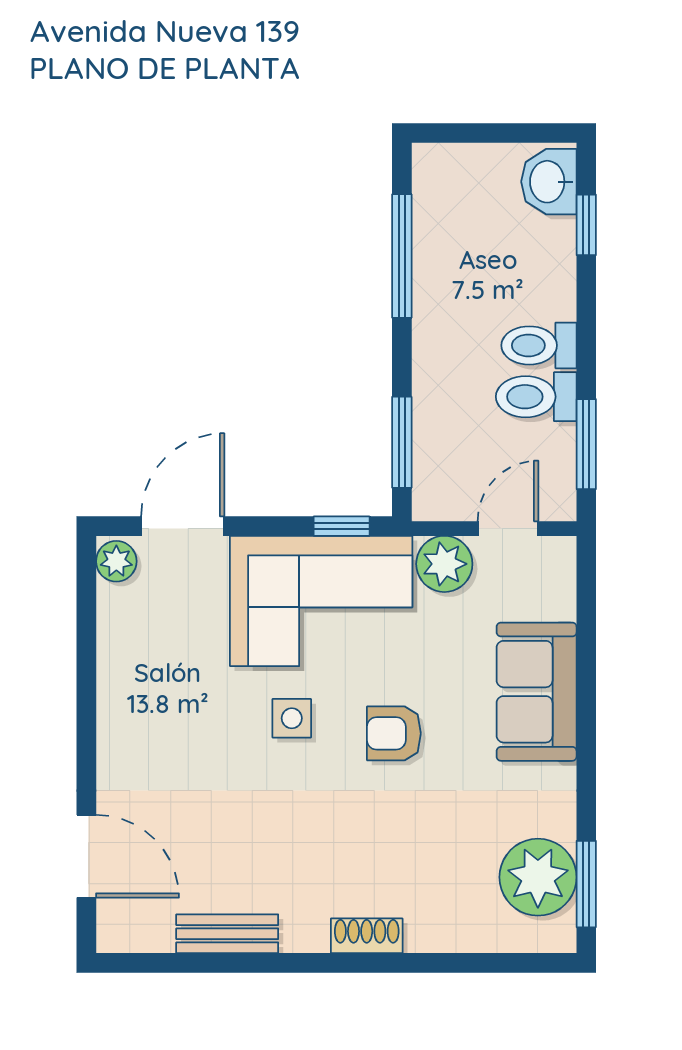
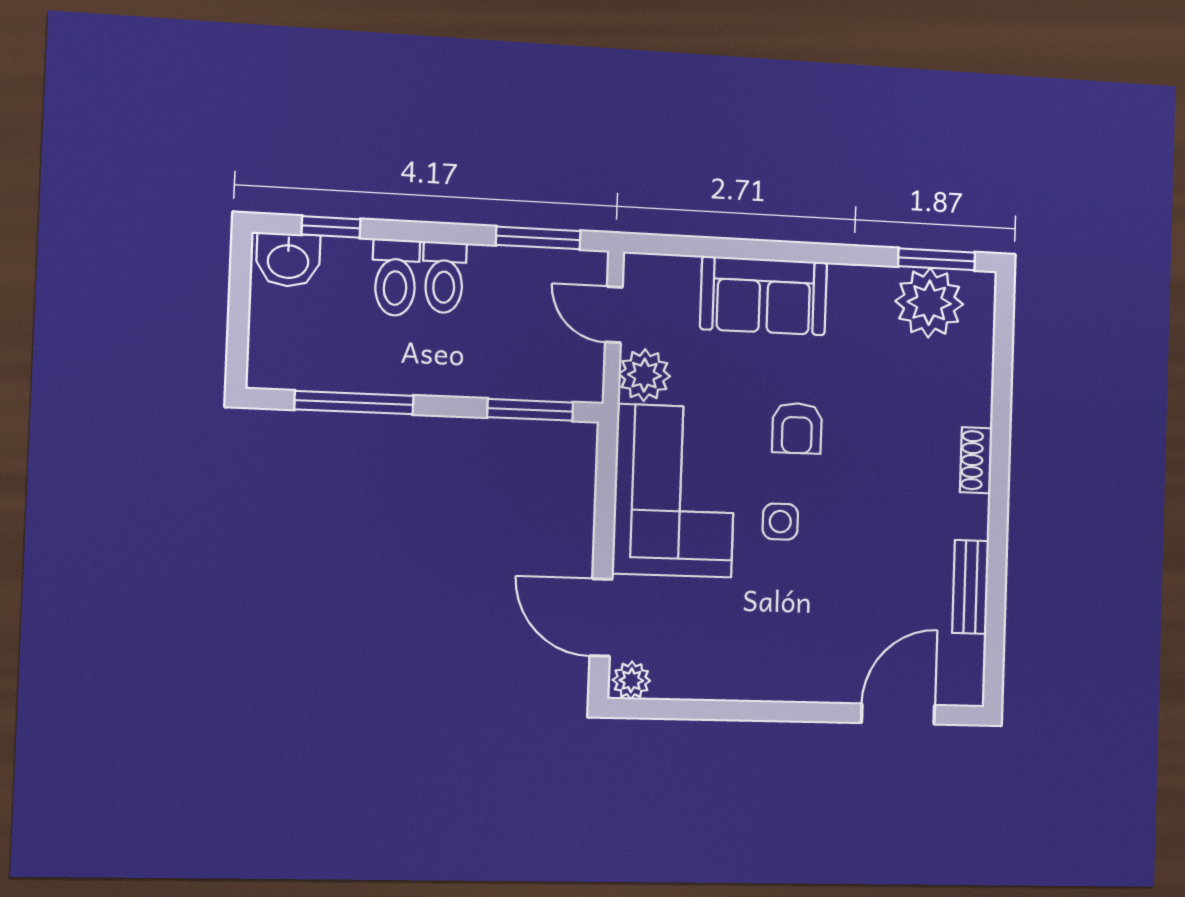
toilet: (536, 397) -> (395, 277), moved
window: (342, 526) -> (606, 469), removed

